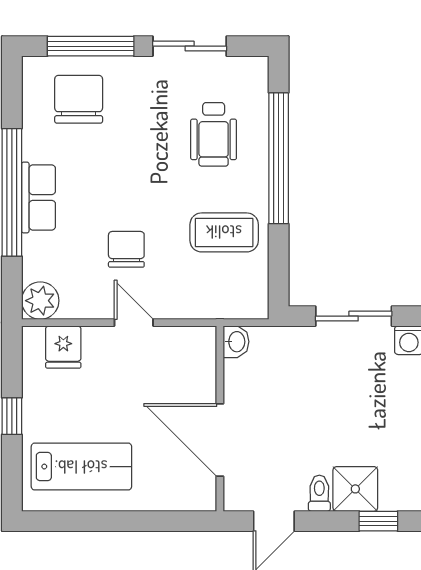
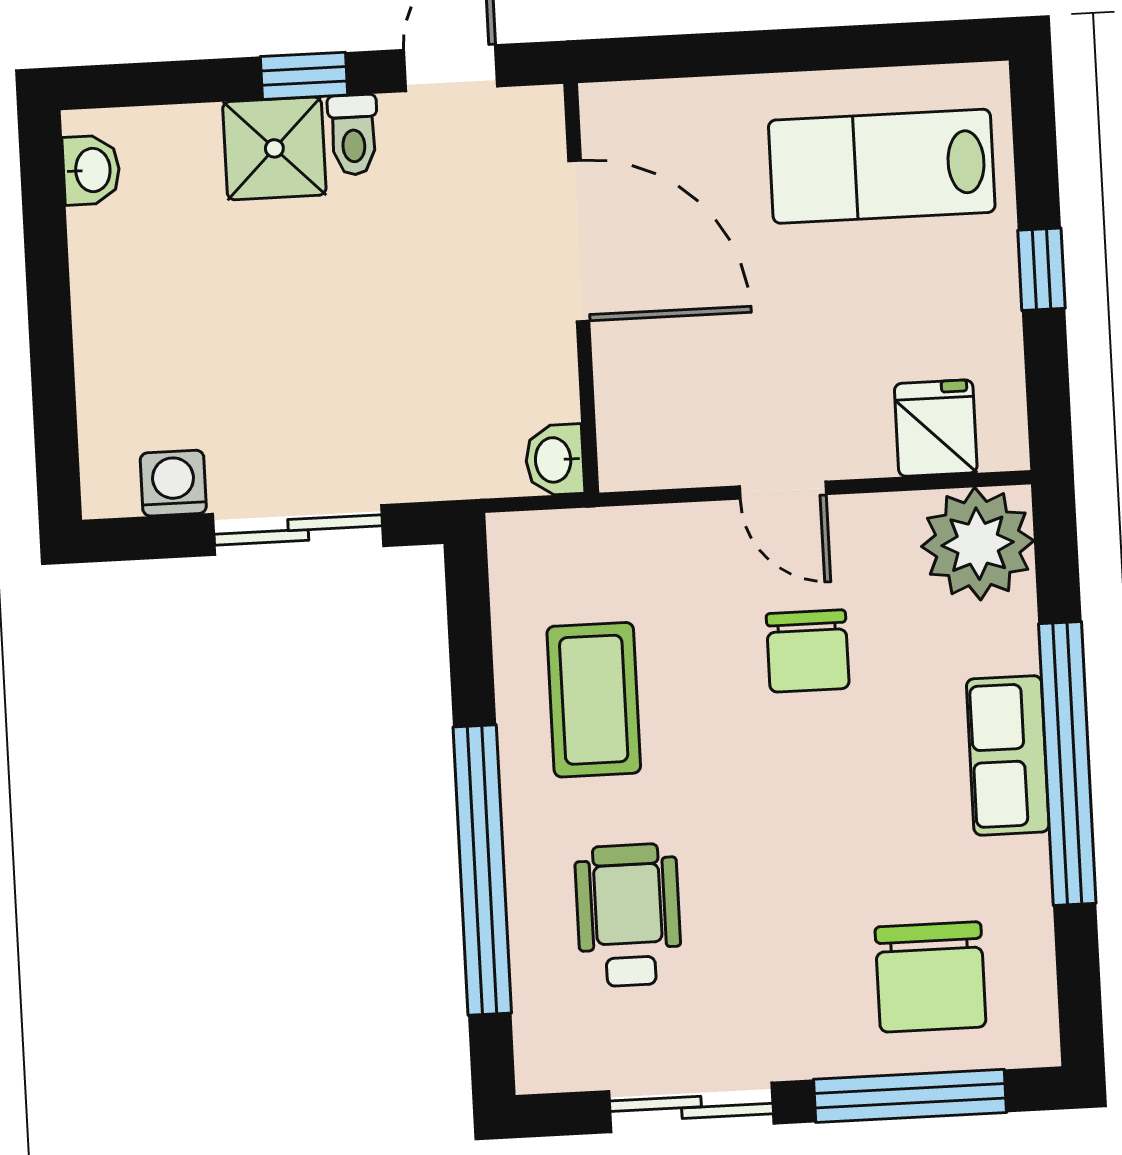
coffee table: (224, 232) -> (594, 700), turned 90
plant: (40, 301) -> (978, 544), width x1.36, depth x1.36
window: (378, 521) -> (304, 76), moved

